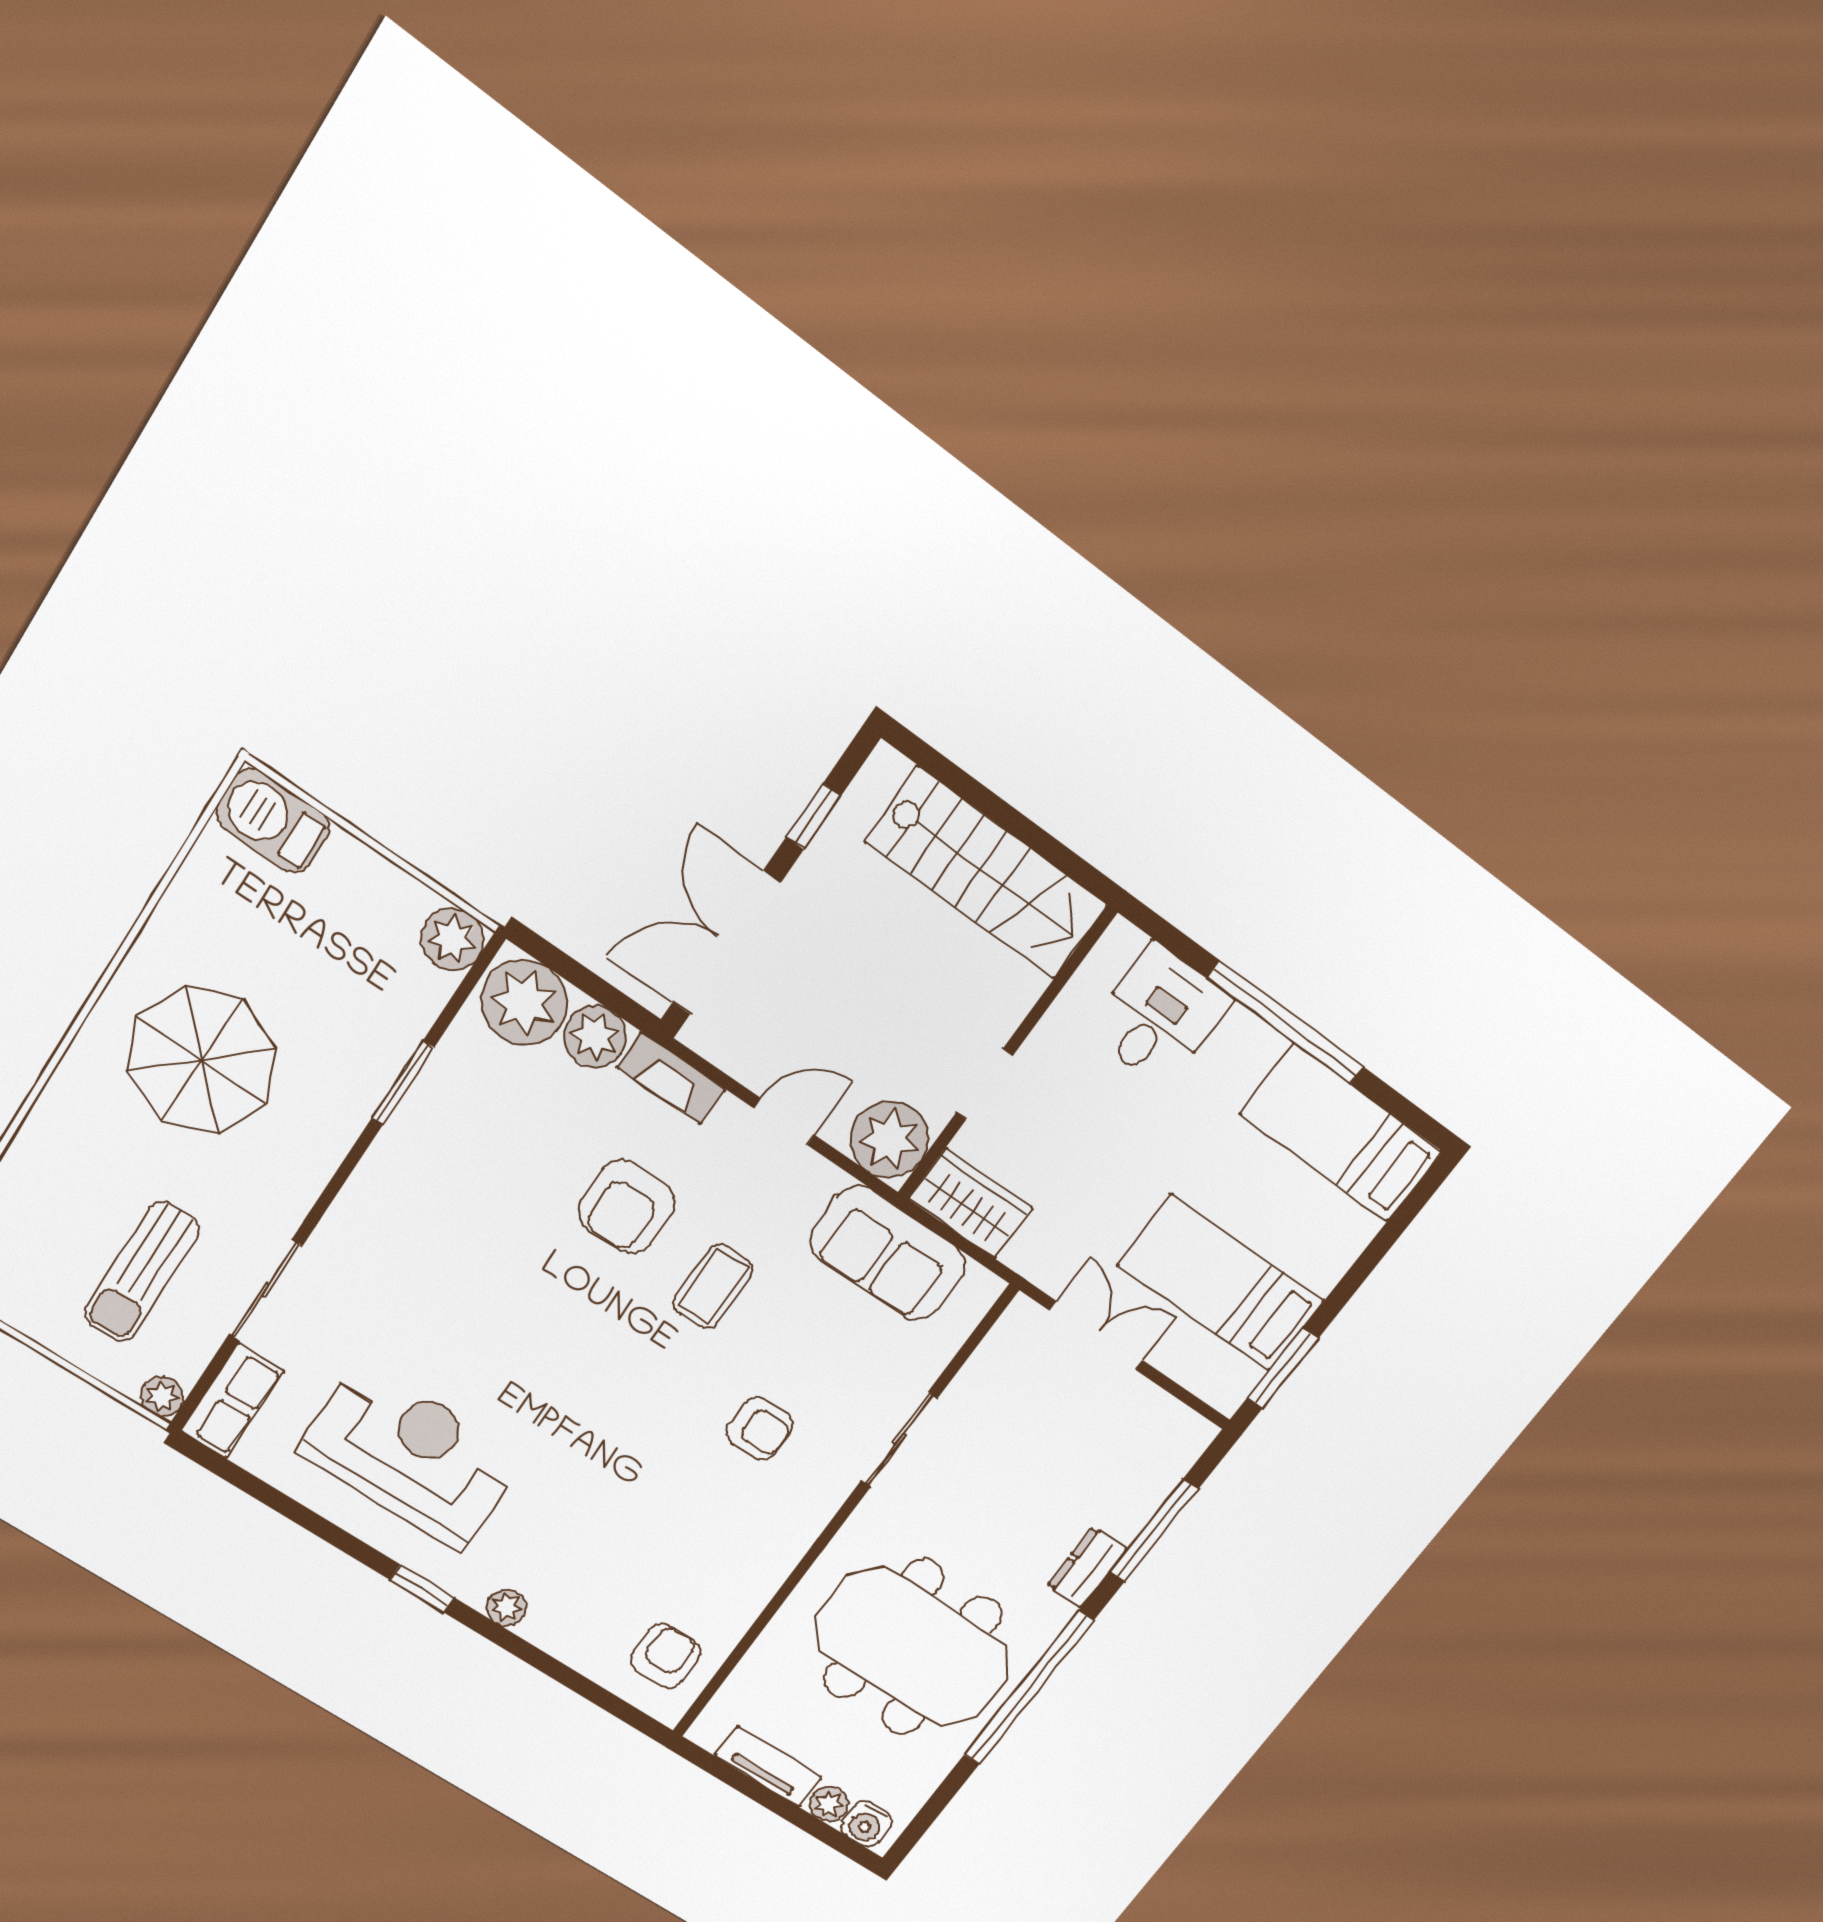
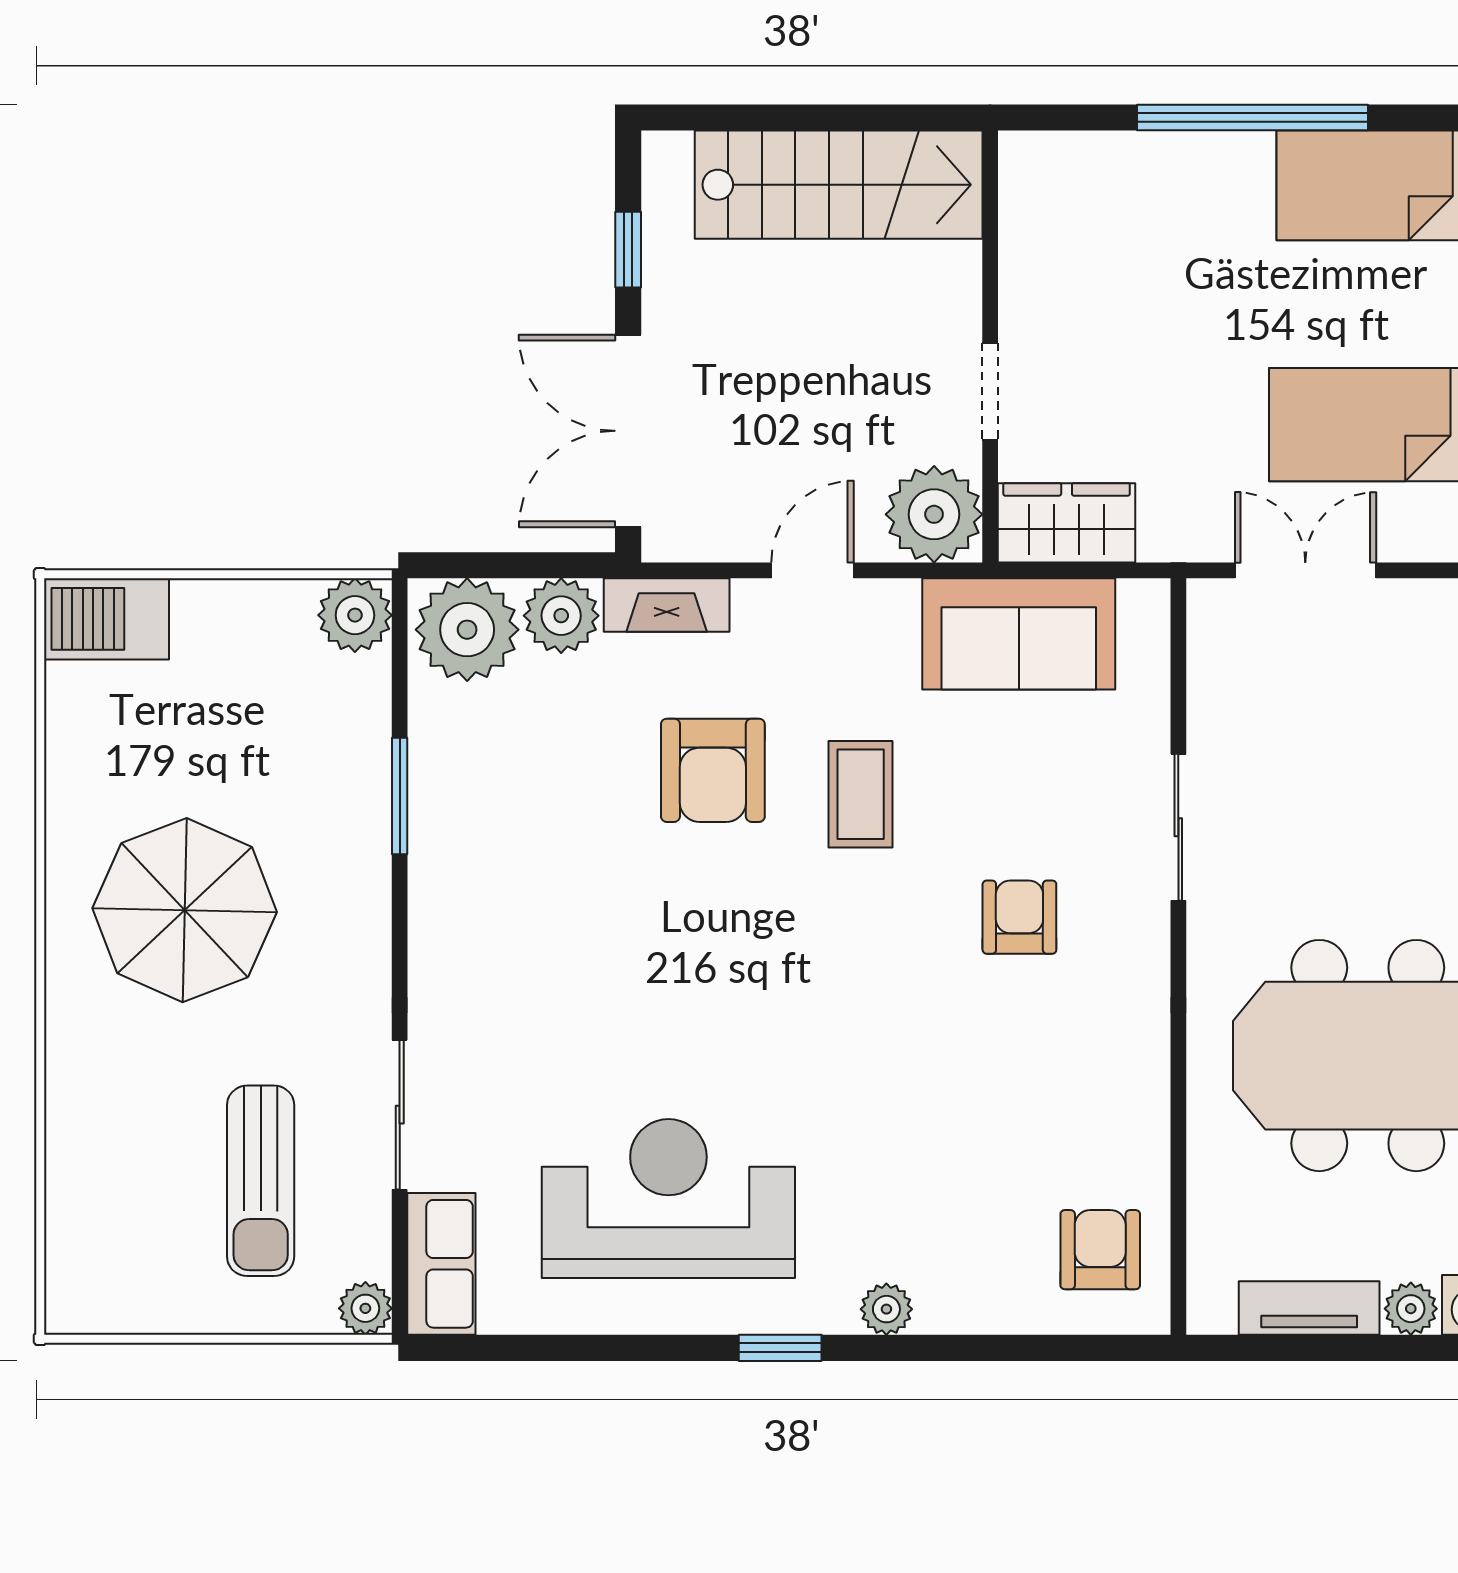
desk: (1159, 1016) -> (1117, 201), removed
armchair: (760, 1429) -> (1019, 917), turned -90

